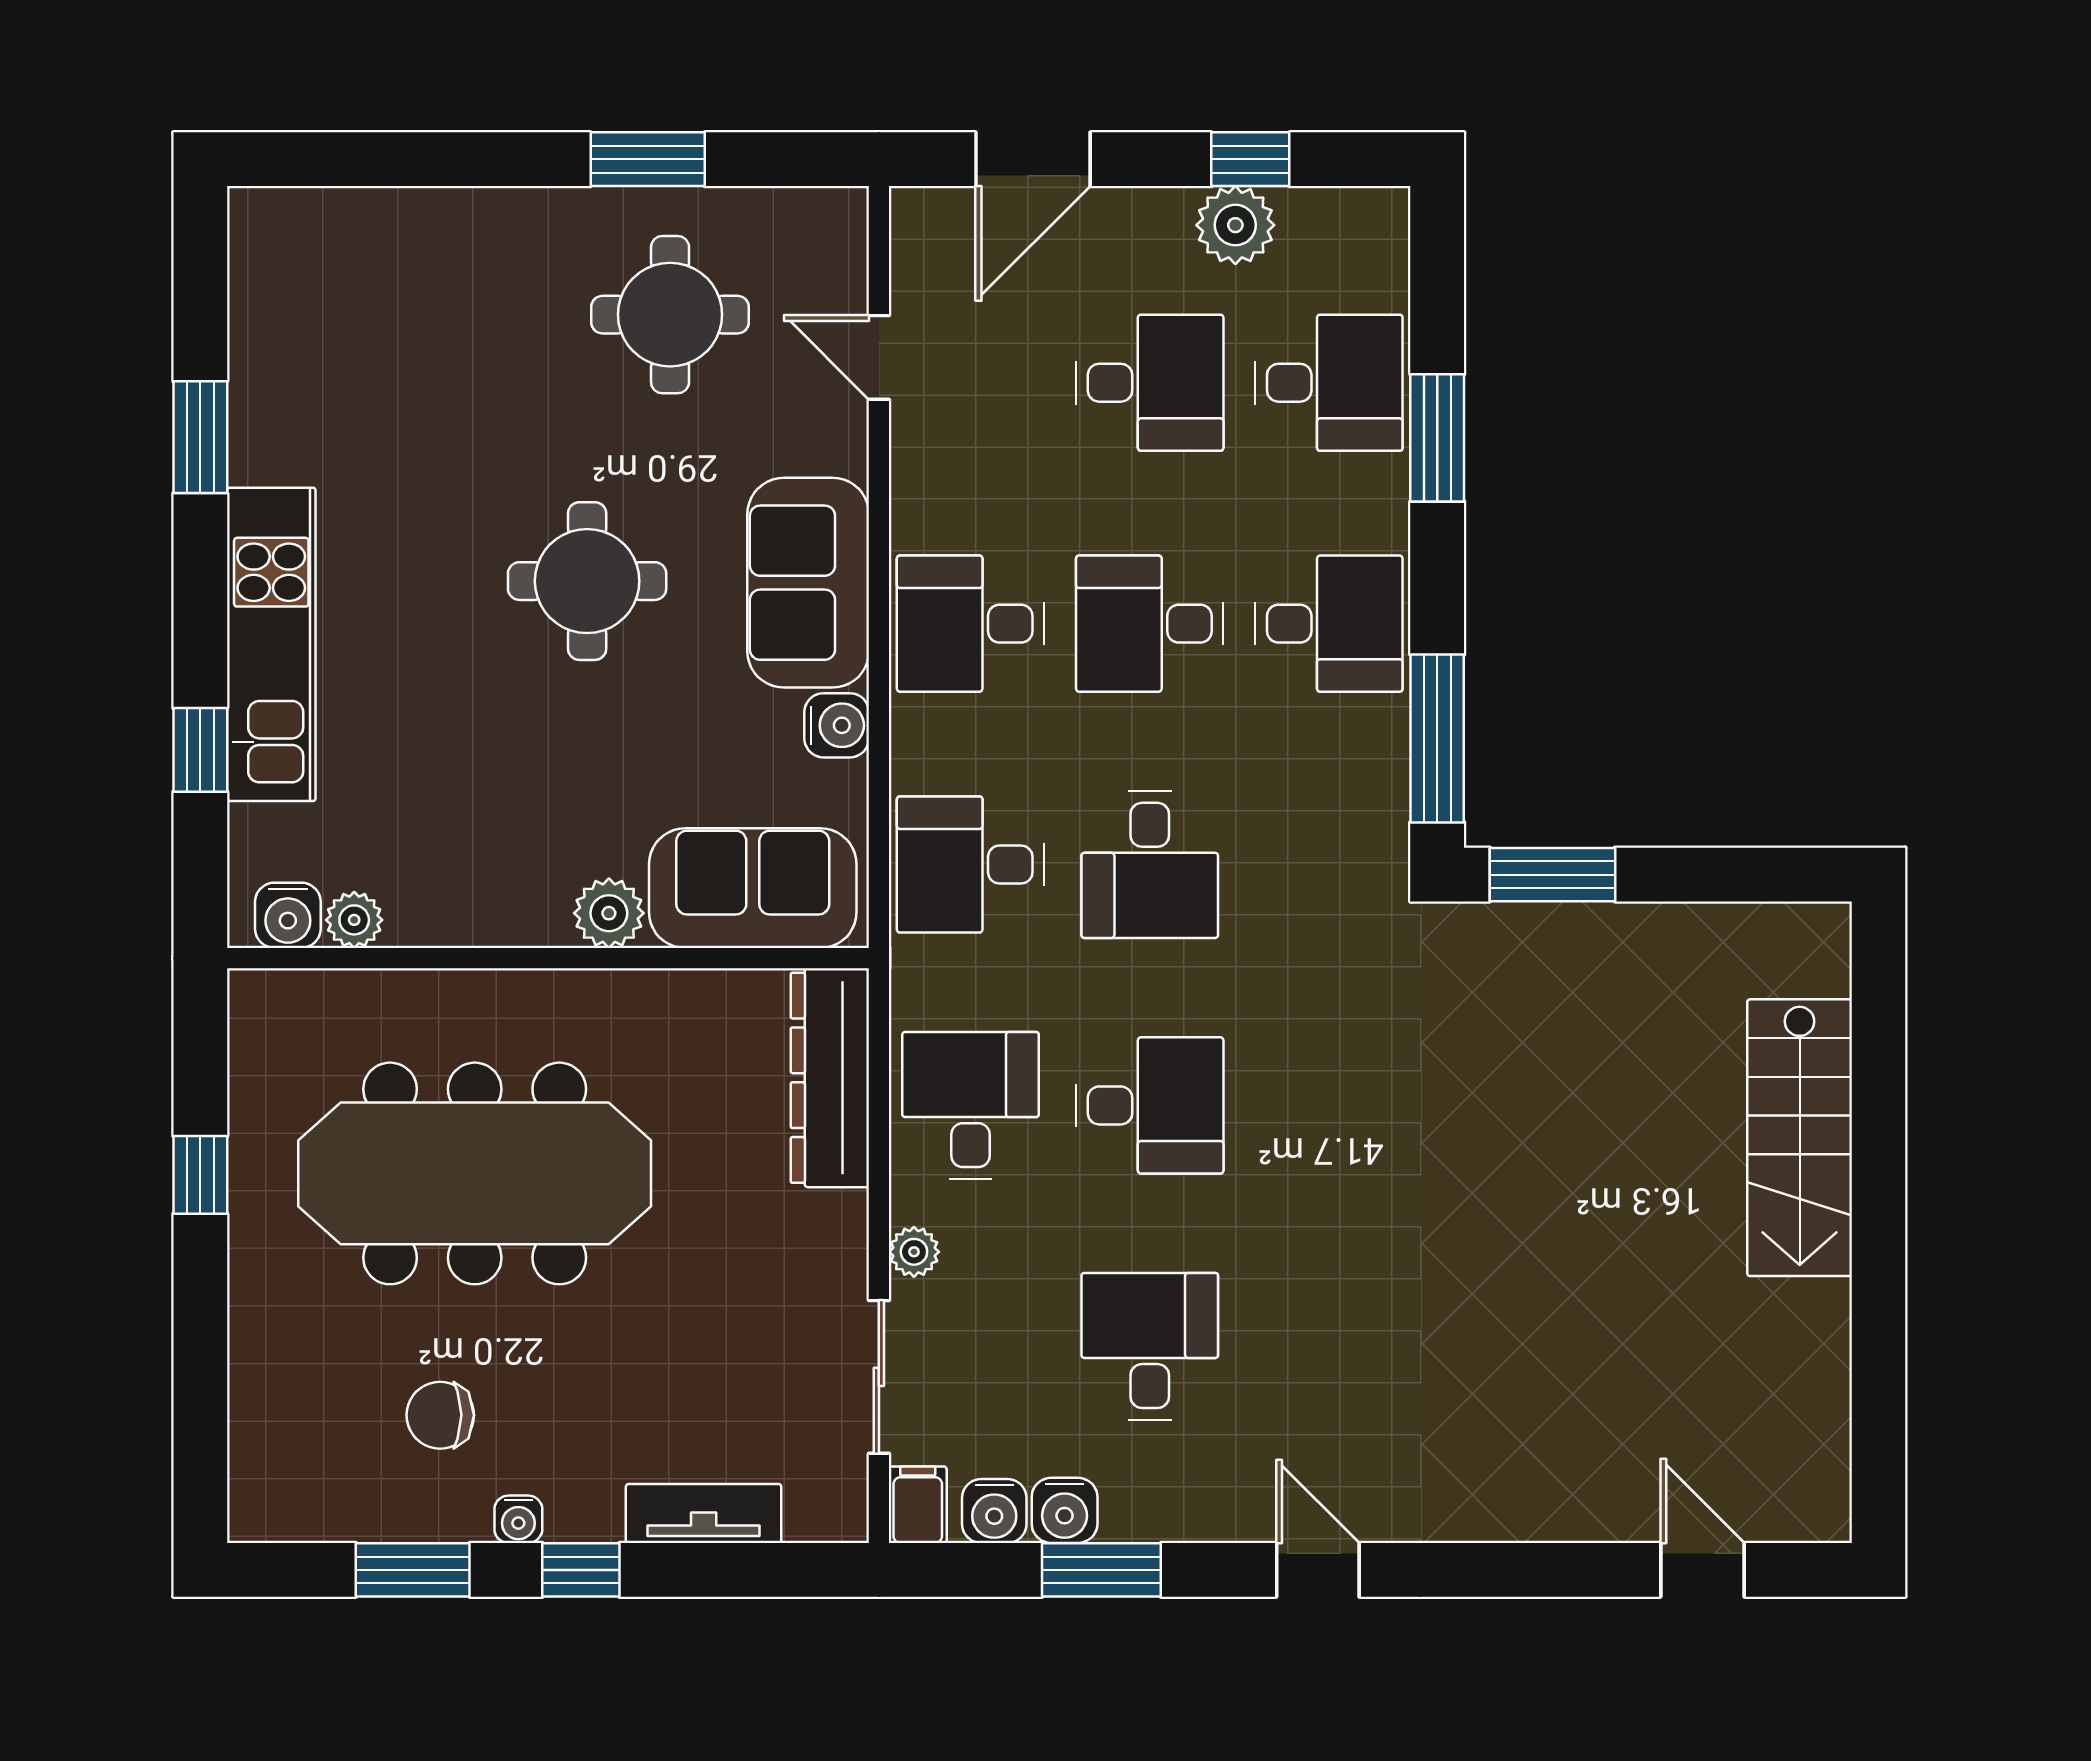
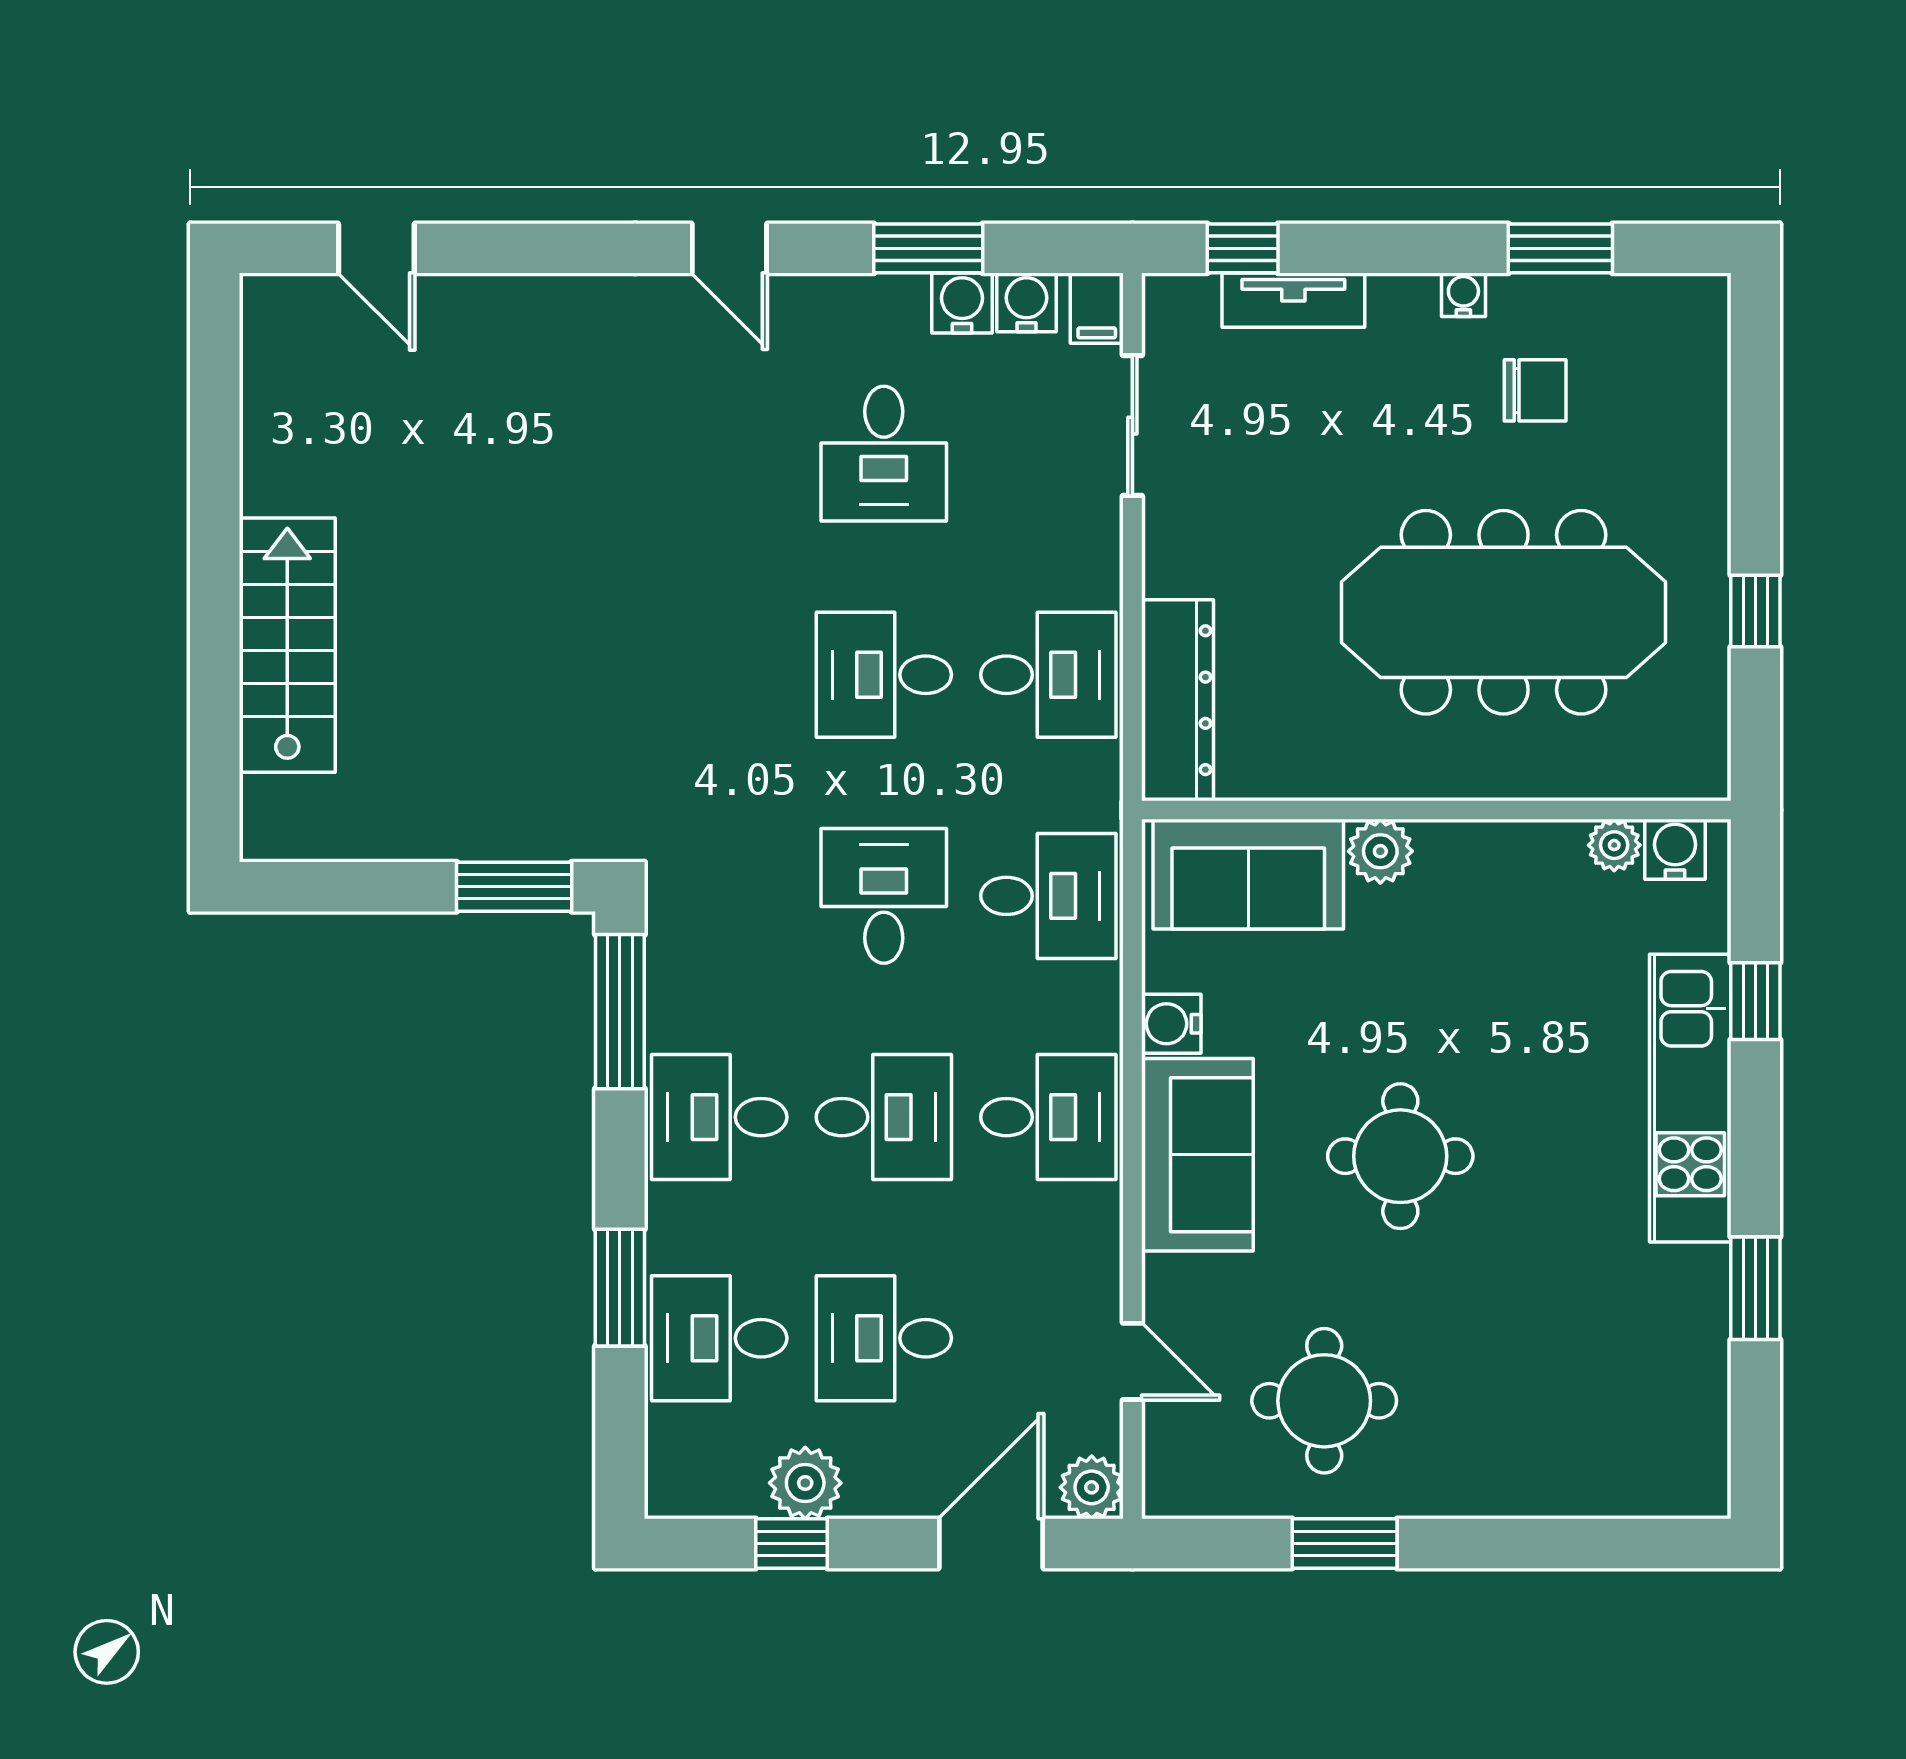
desk: (971, 1105) -> (1048, 675), turned -90
plant: (914, 1252) -> (1092, 1487), moved, width x1.38, depth x1.38
window: (581, 1570) -> (1243, 248), moved

